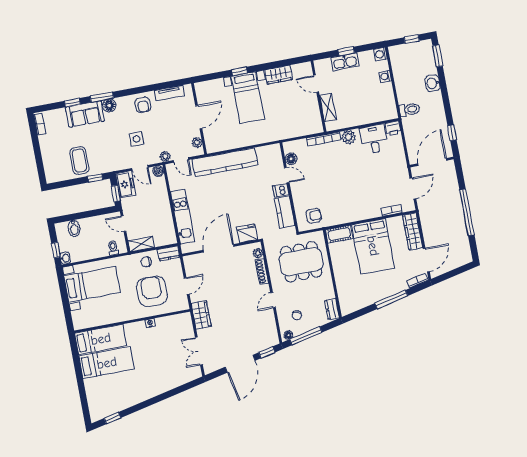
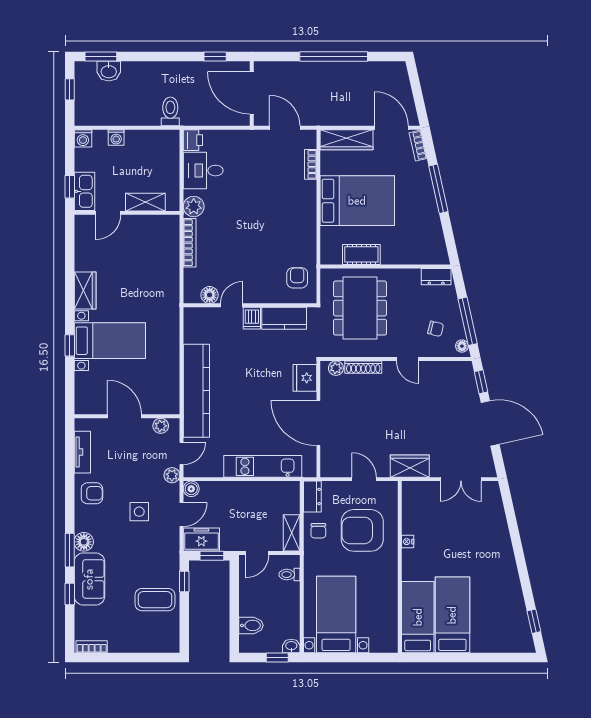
washbasin: (433, 83) -> (109, 71), moved
door: (316, 84) -> (108, 213), moved
wall: (318, 96) -> (127, 213), moved
shelving: (328, 107) -> (145, 202), moved
cot: (339, 234) -> (361, 254), moved, turned 90

